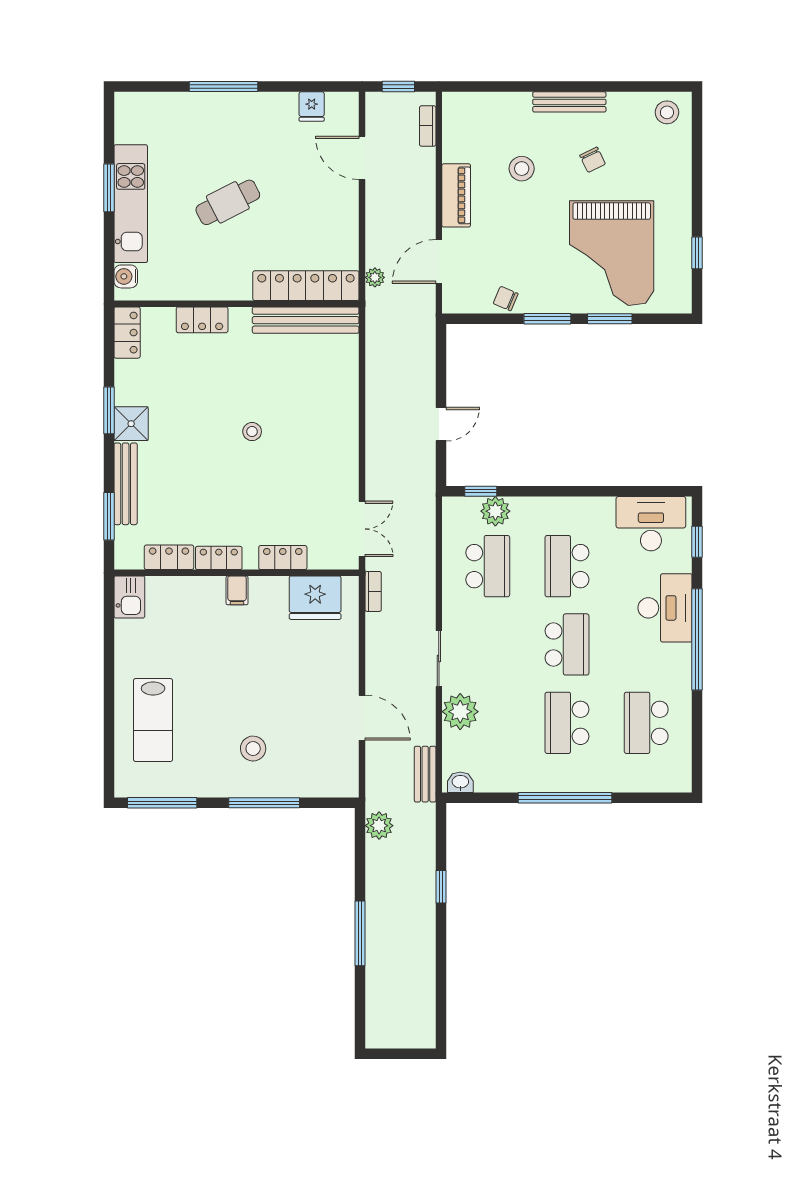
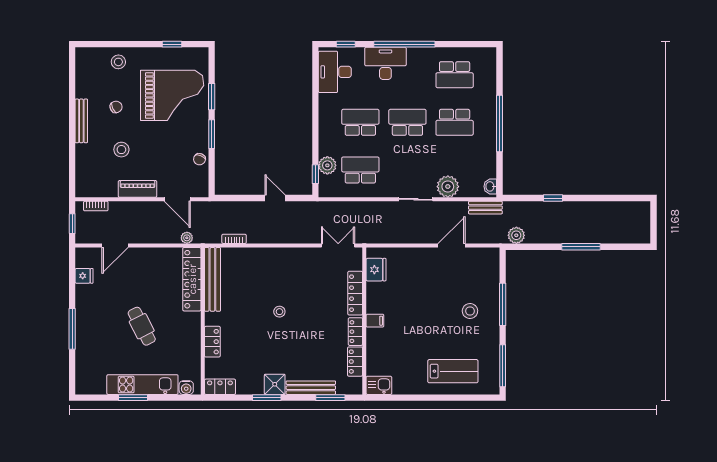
stool: (667, 112) -> (118, 62), moved
locker: (283, 558) -> (355, 293), width x1.53
school desk: (567, 566) -> (360, 122), turned 180
bookcase: (373, 591) -> (234, 239), moved
fridge: (315, 598) -> (376, 270), width x0.73, depth x0.75

